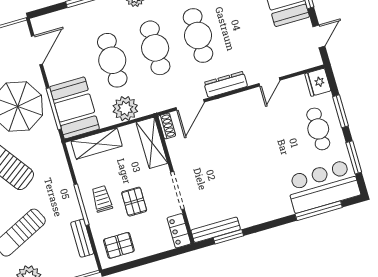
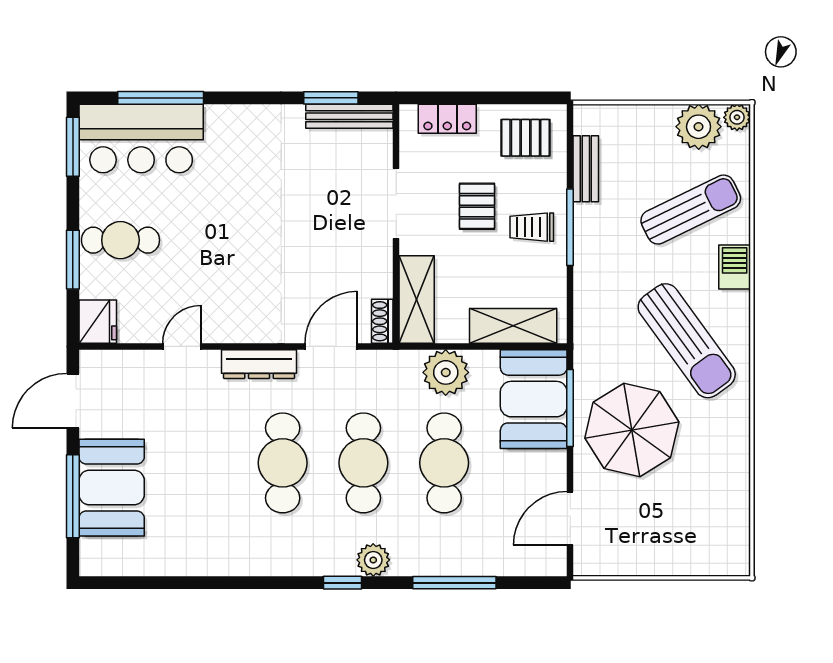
door: (319, 36) -> (73, 401), width x1.38
cafe table: (318, 129) -> (120, 240), turned 90
window: (354, 157) -> (73, 147), moved
trolley: (102, 199) -> (532, 227), turned 90
locker: (179, 231) -> (447, 119), moved, turned 90

